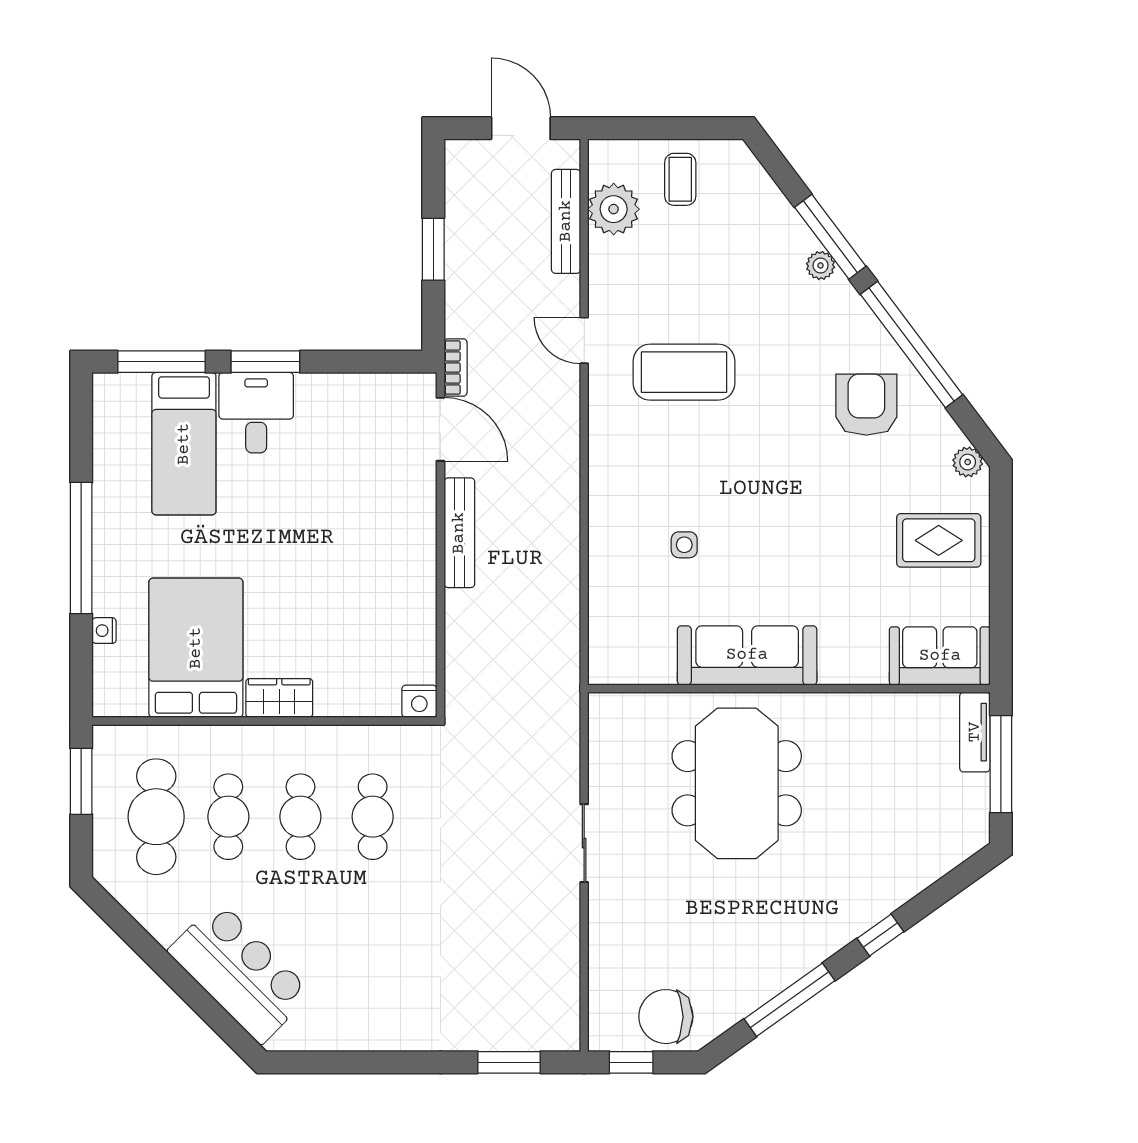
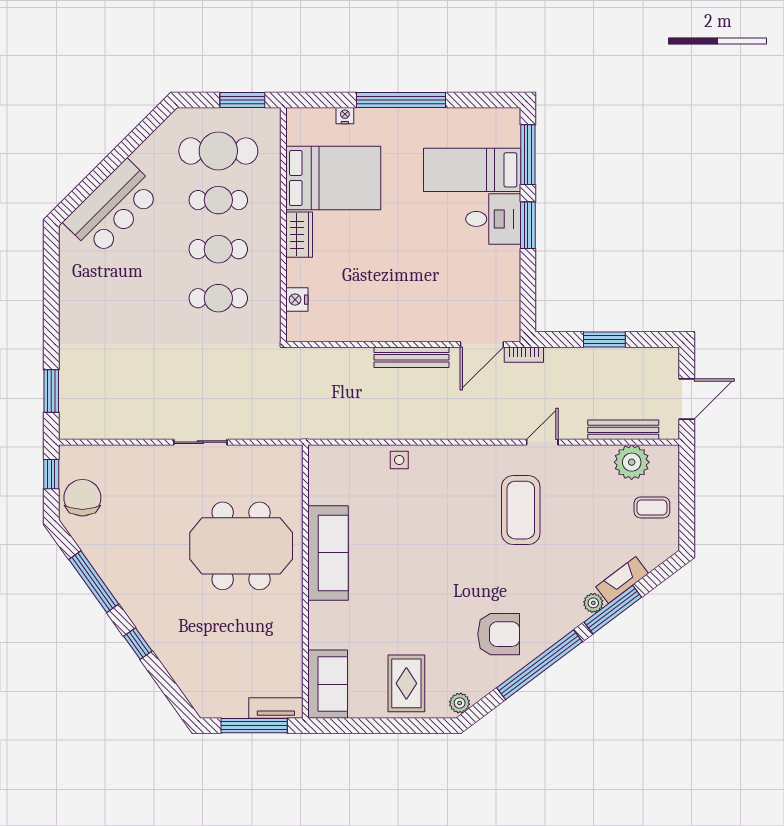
fireplace: (787, 223) -> (622, 580), added
side table: (684, 545) -> (399, 460), moved
nightstand: (419, 701) -> (297, 300), moved

